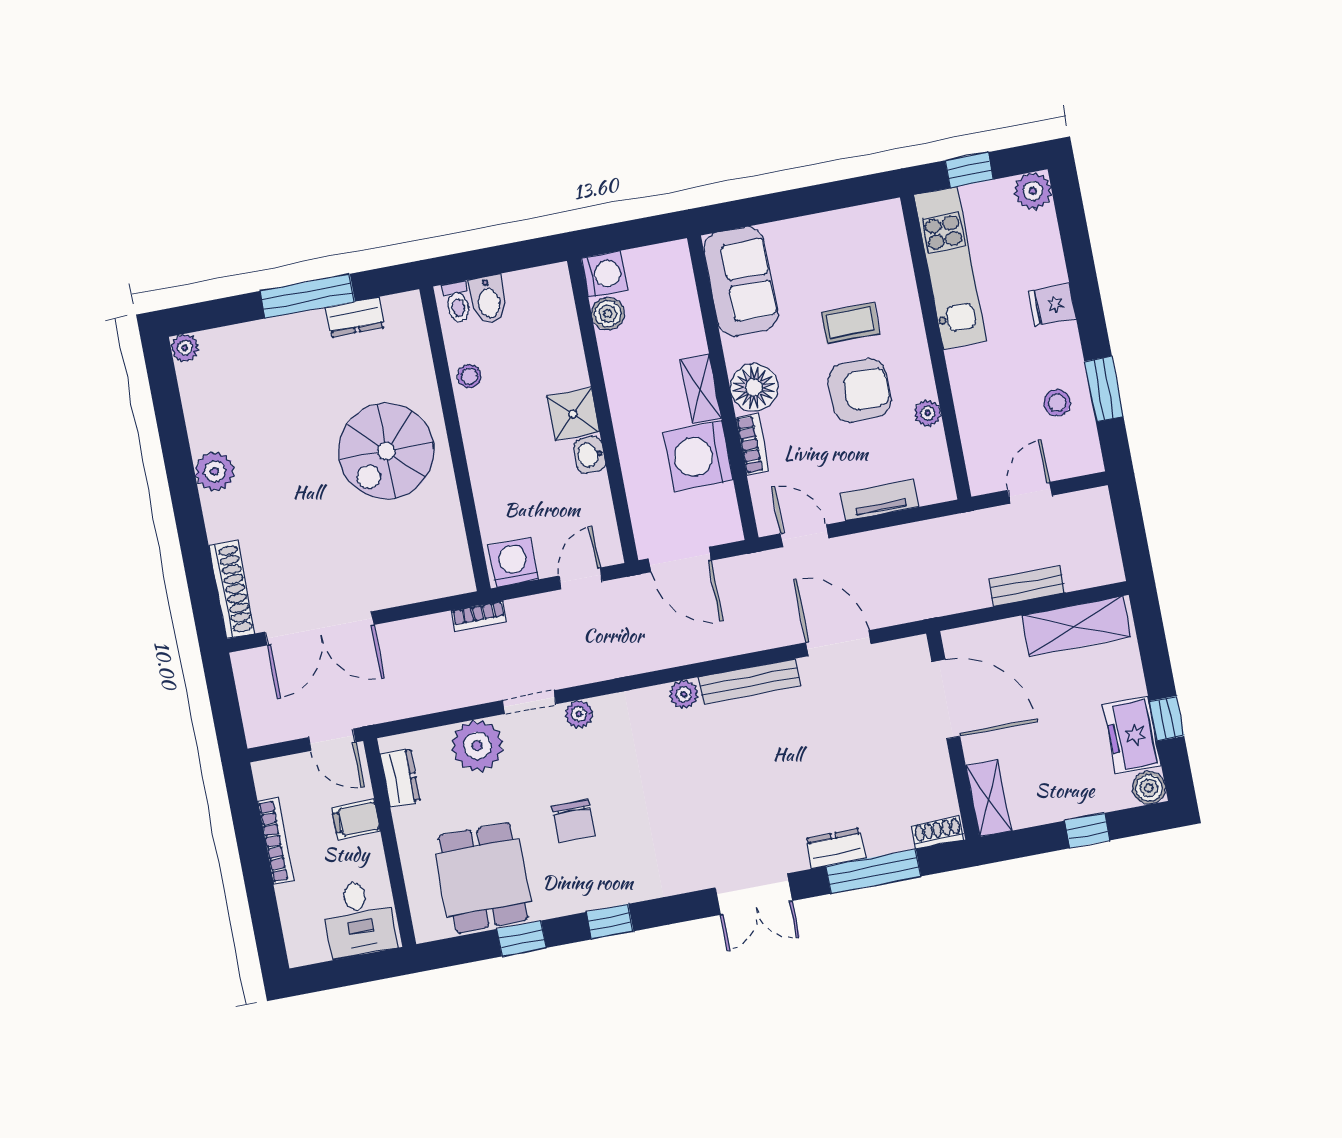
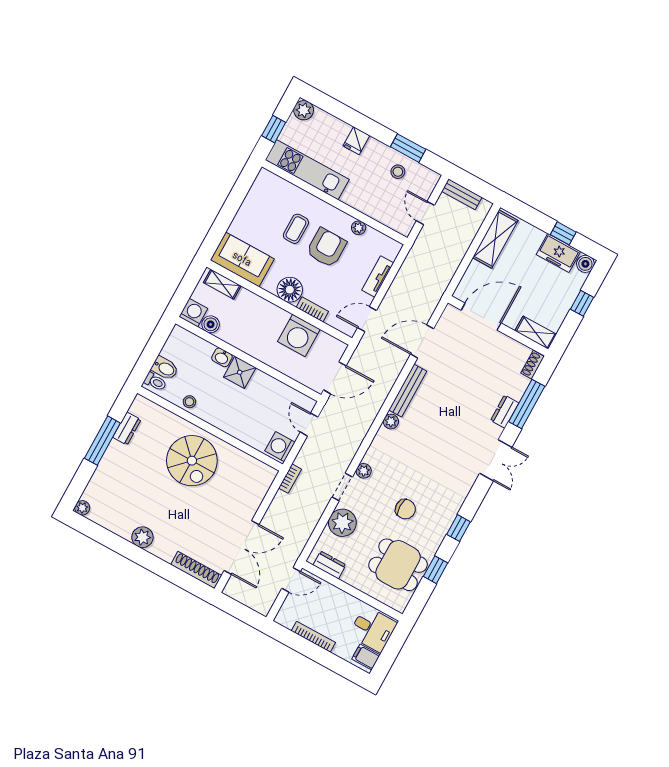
shelving: (701, 389) -> (222, 284), moved
washbasin: (590, 455) -> (222, 357), moved
bench: (1027, 586) -> (462, 194), moved, turned 90
filing cabinet: (356, 819) -> (366, 657), moved, turned 90

